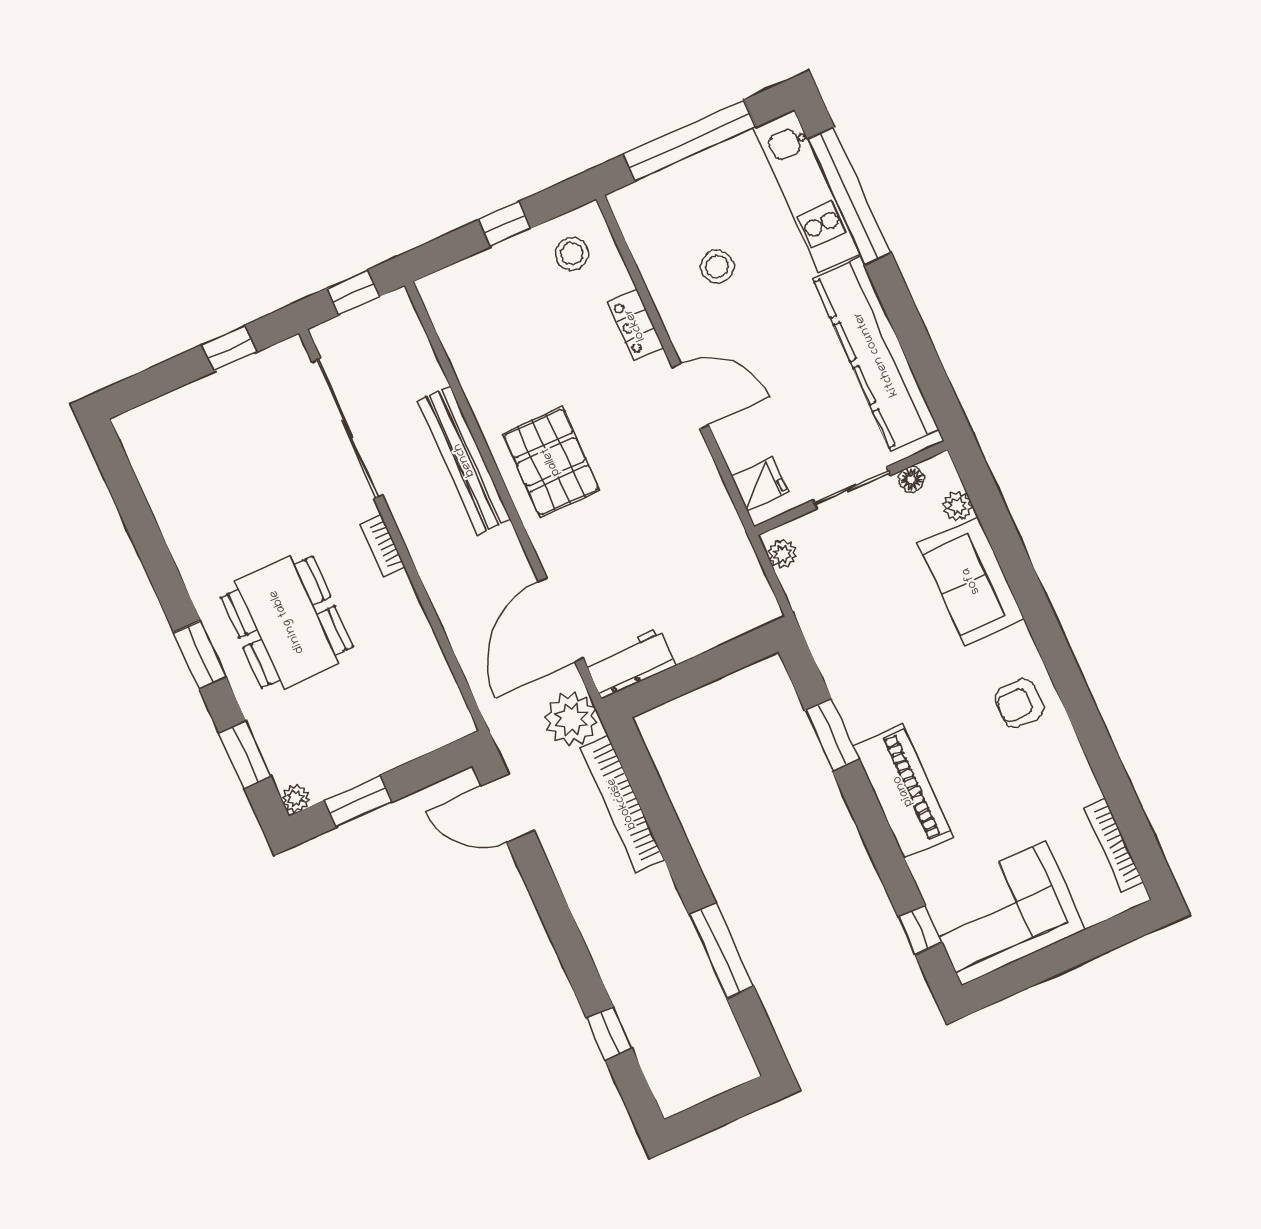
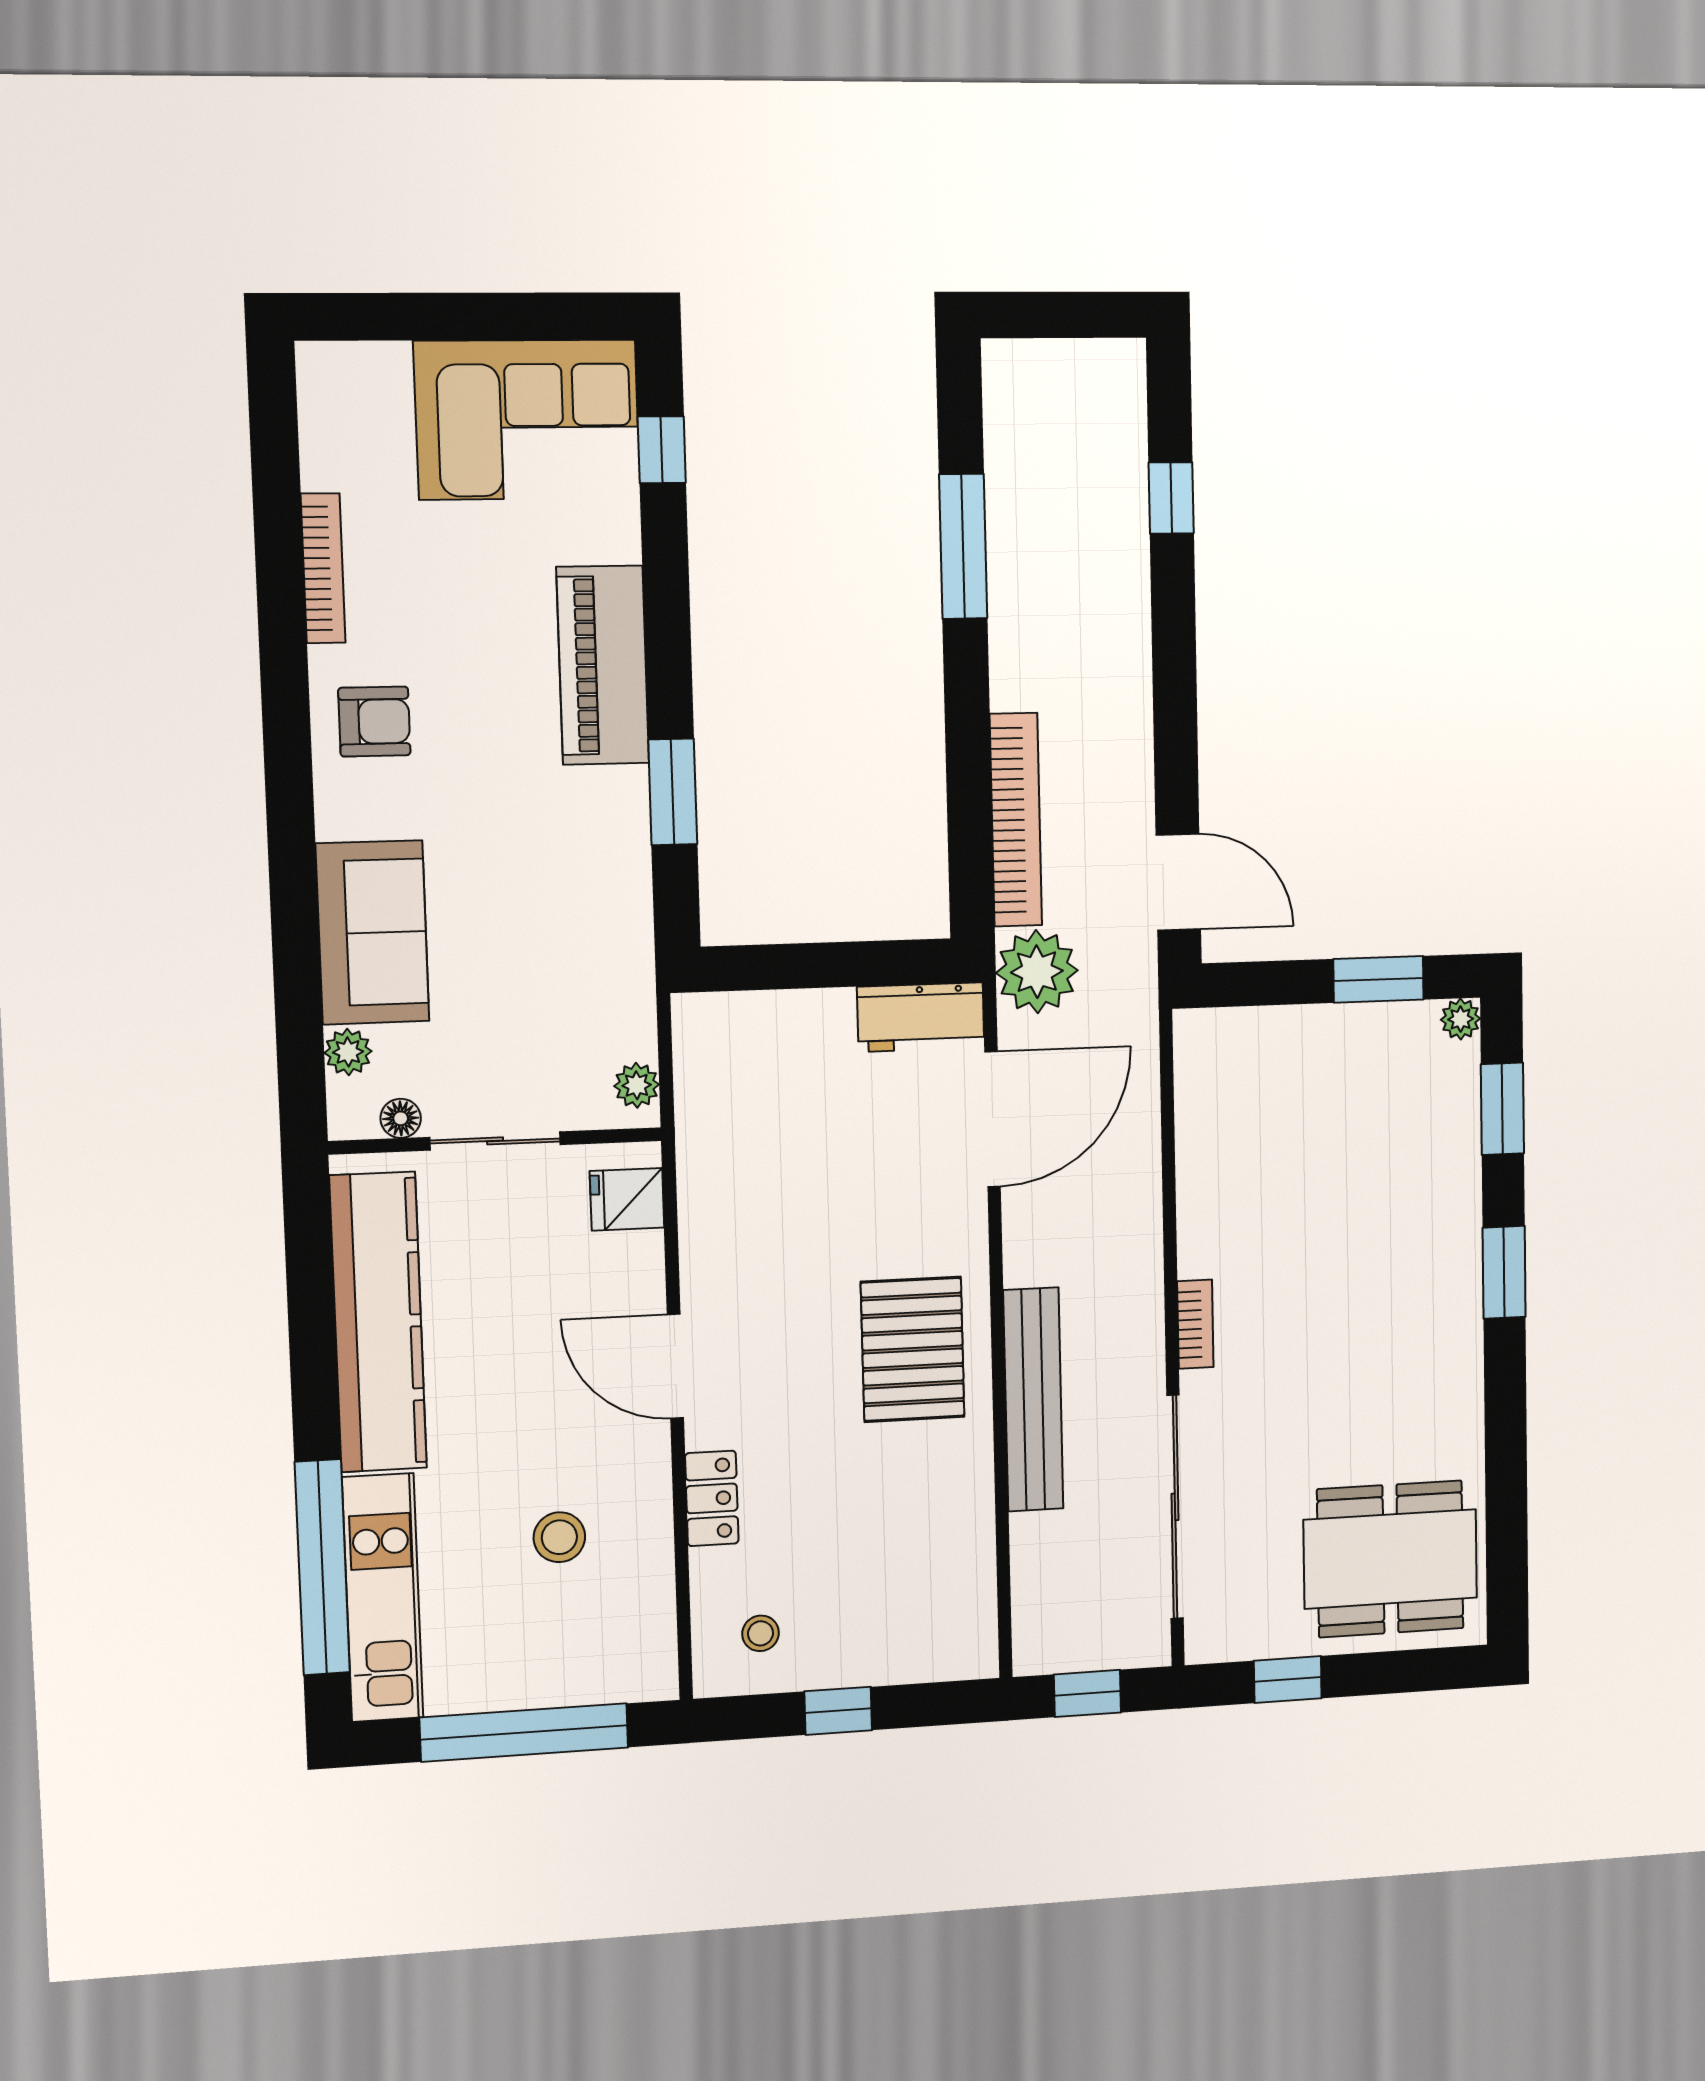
stool: (572, 254) -> (761, 1633), width x0.73, depth x0.73
dining table: (287, 622) -> (1390, 1559), moved, turned 90
bookcase: (1114, 845) -> (323, 568), moved

